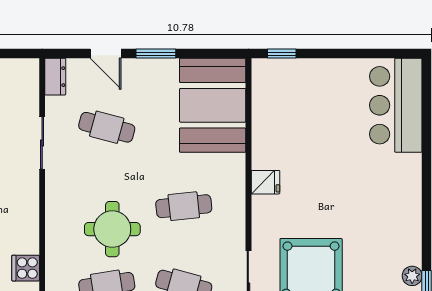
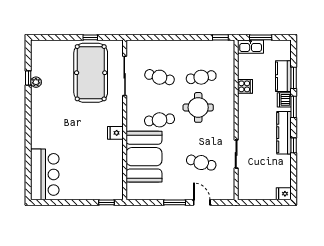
dresser: (55, 77) -> (229, 190), removed
booth: (213, 105) -> (144, 157), moved

